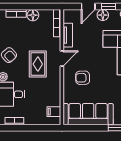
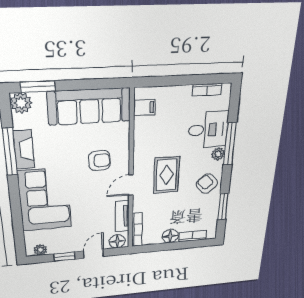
floor lamp: (103, 15) -> (117, 241), moved

